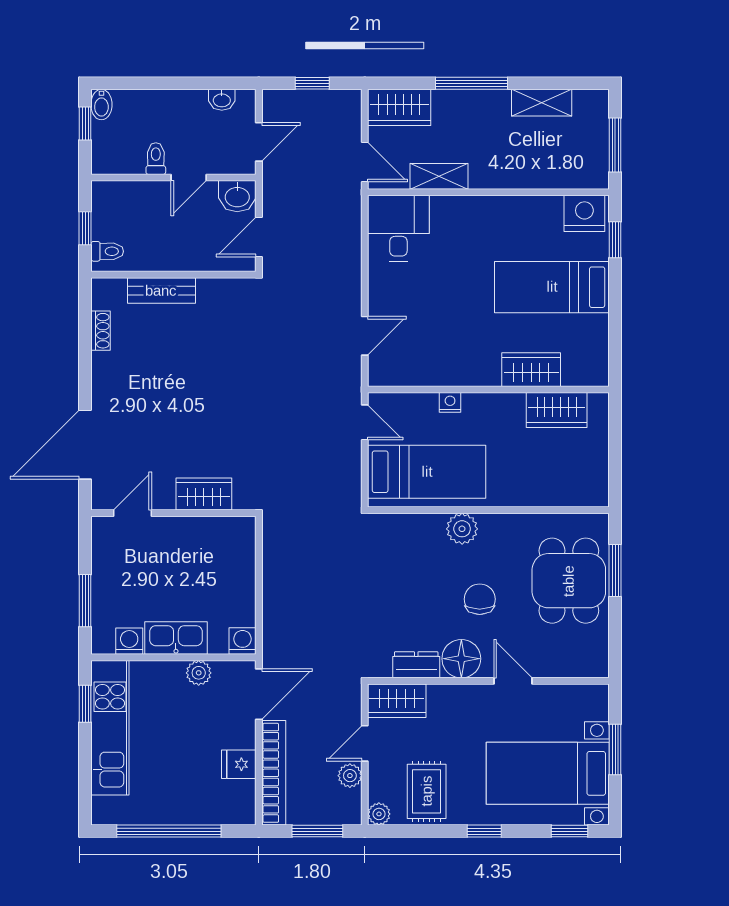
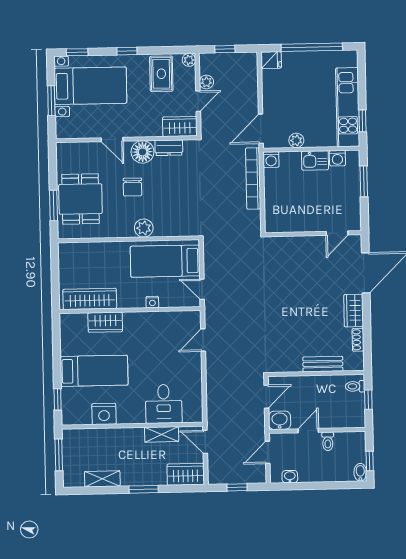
window: (471, 83) -> (144, 489), width x0.69
nightstand: (584, 213) -> (104, 414), moved
desk: (398, 228) -> (164, 404), moved
wardrobe: (557, 410) -> (90, 299), width x1.50
wardrobe: (204, 494) -> (354, 311), moved, turned 90
kitchen sink: (176, 638) -> (315, 160), width x0.73
fridge: (239, 764) -> (271, 60), moved
bookcase: (274, 773) -> (253, 178), moved
window: (317, 831) -> (225, 49), width x0.67

